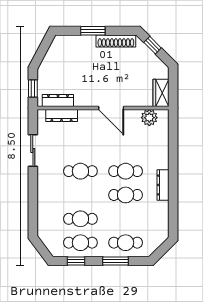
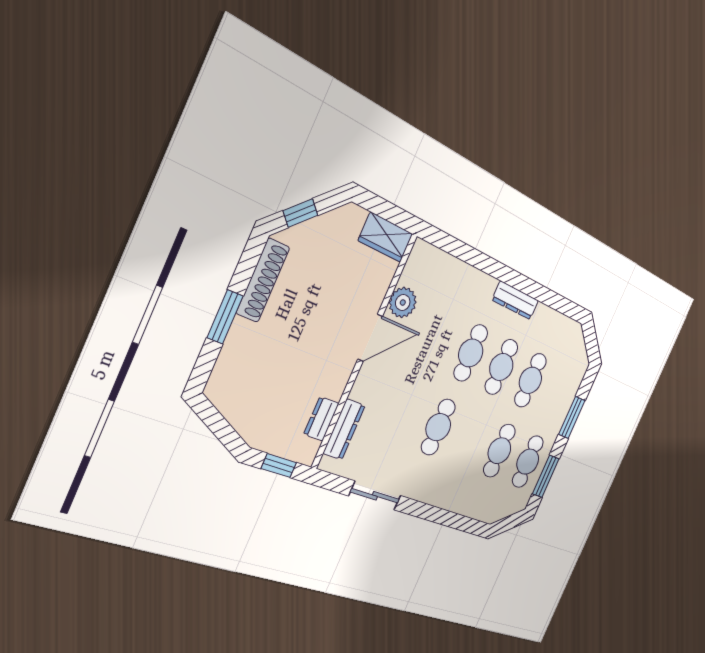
dresser: (58, 100) -> (321, 419), width x0.70
plant: (149, 118) -> (403, 303), moved
cafe table: (126, 243) -> (530, 380), moved
window: (76, 261) -> (546, 476), width x1.50

